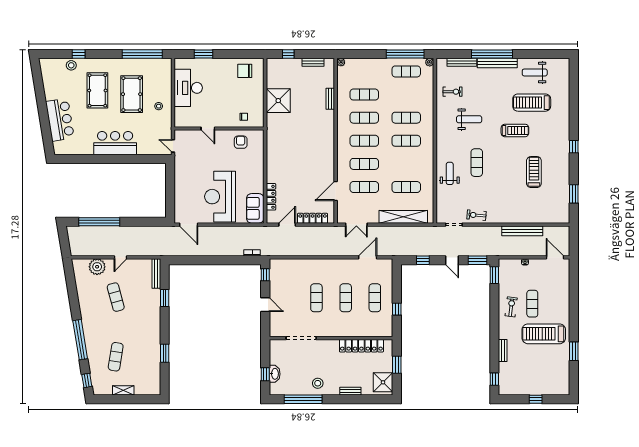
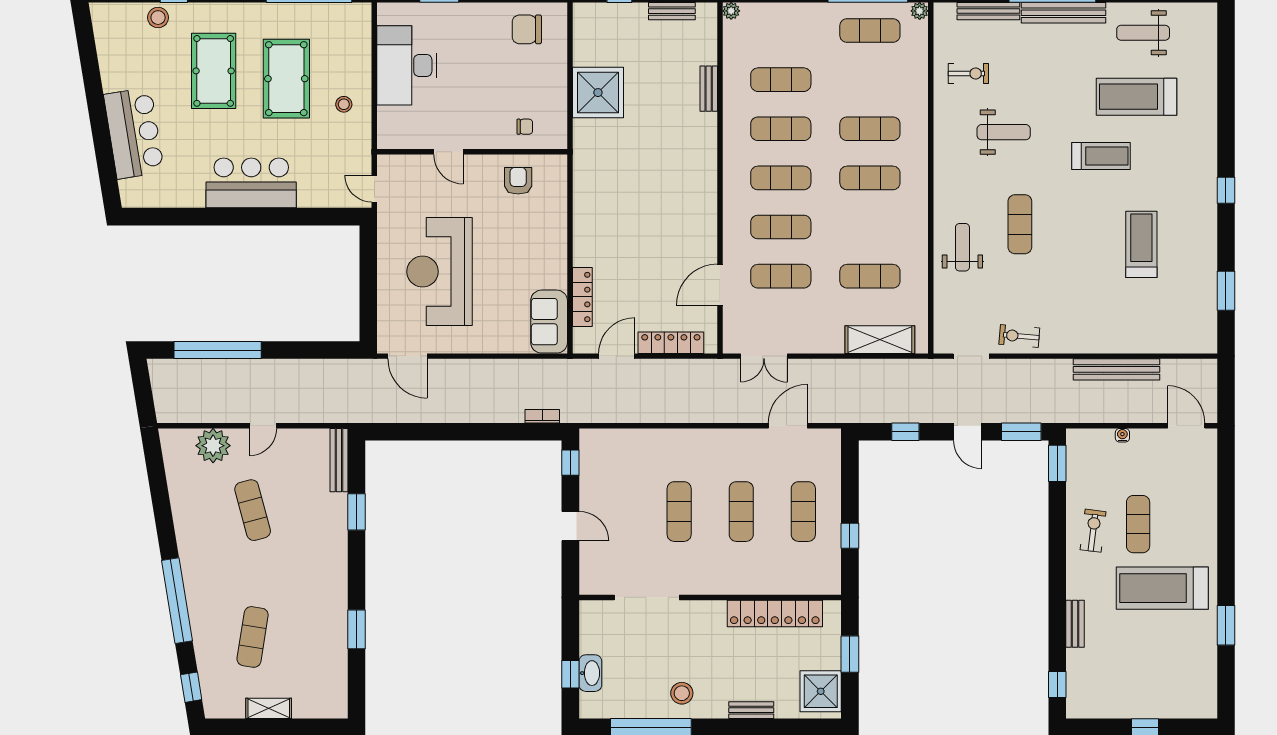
reception desk: (220, 197) -> (439, 272), moved
shelving: (403, 217) -> (880, 340), width x0.68

